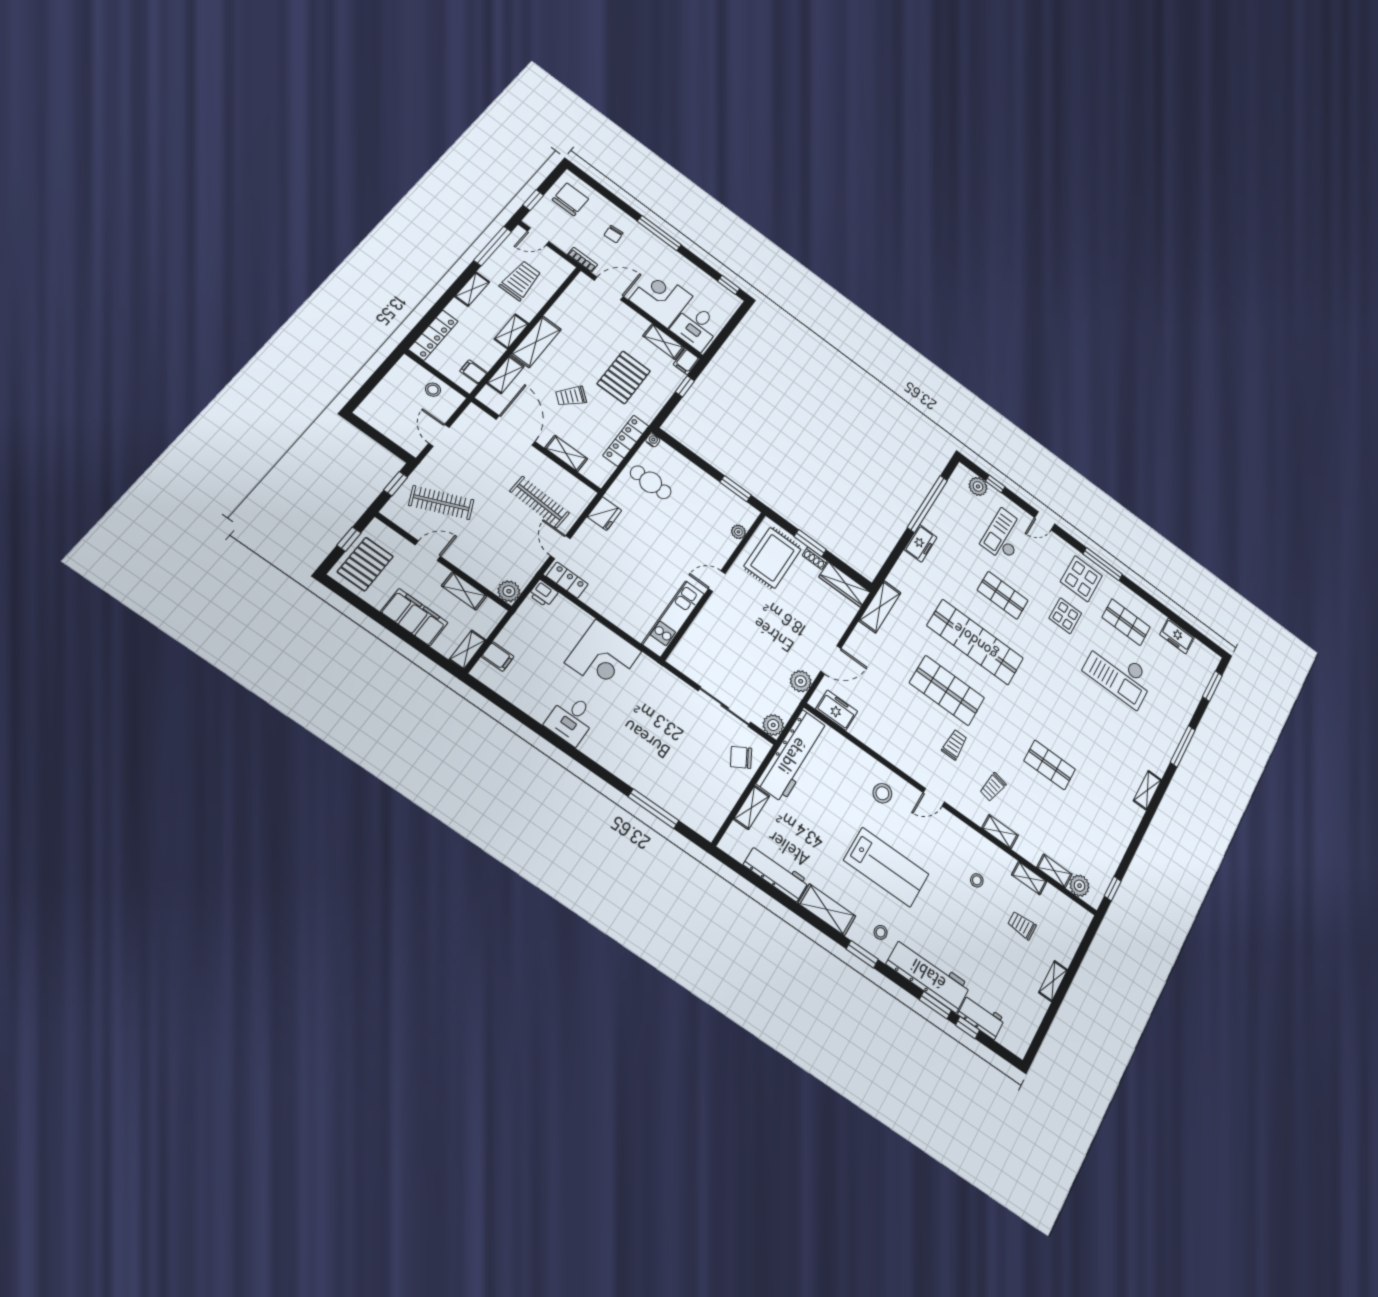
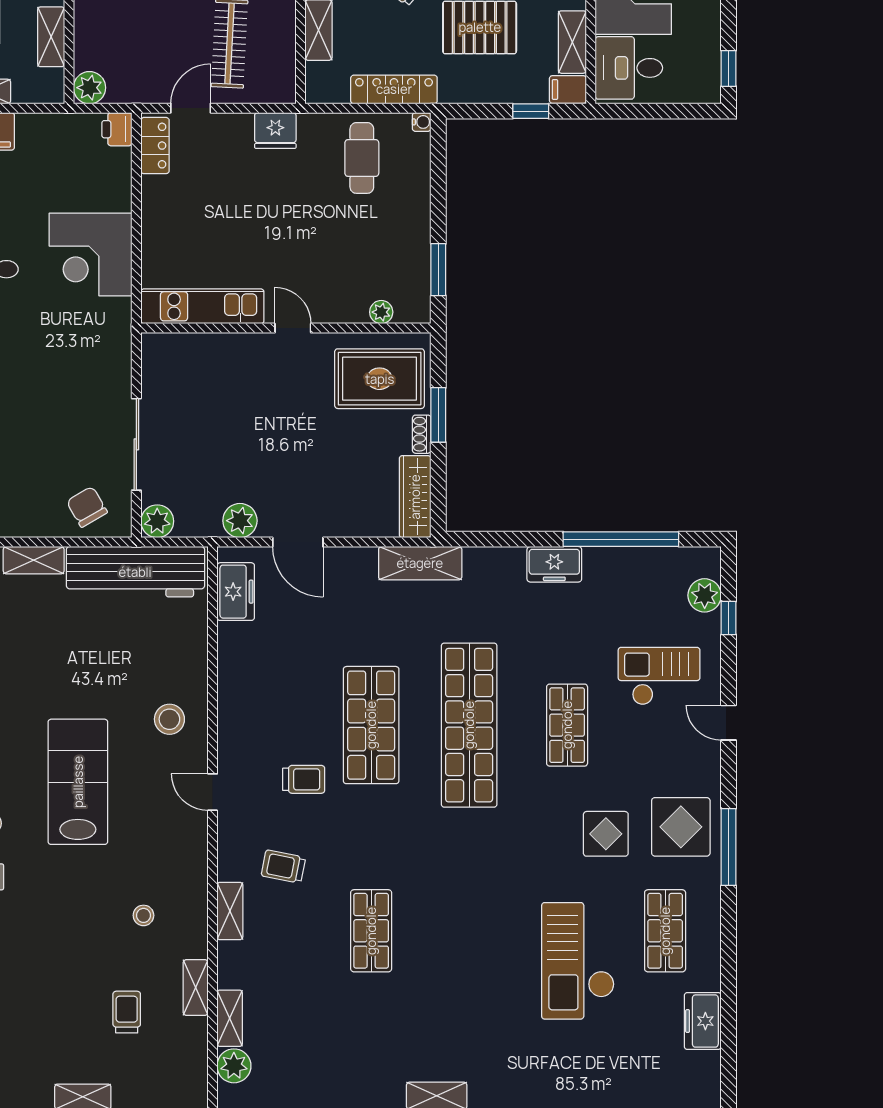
lab bench: (886, 867) -> (78, 782), turned 180

